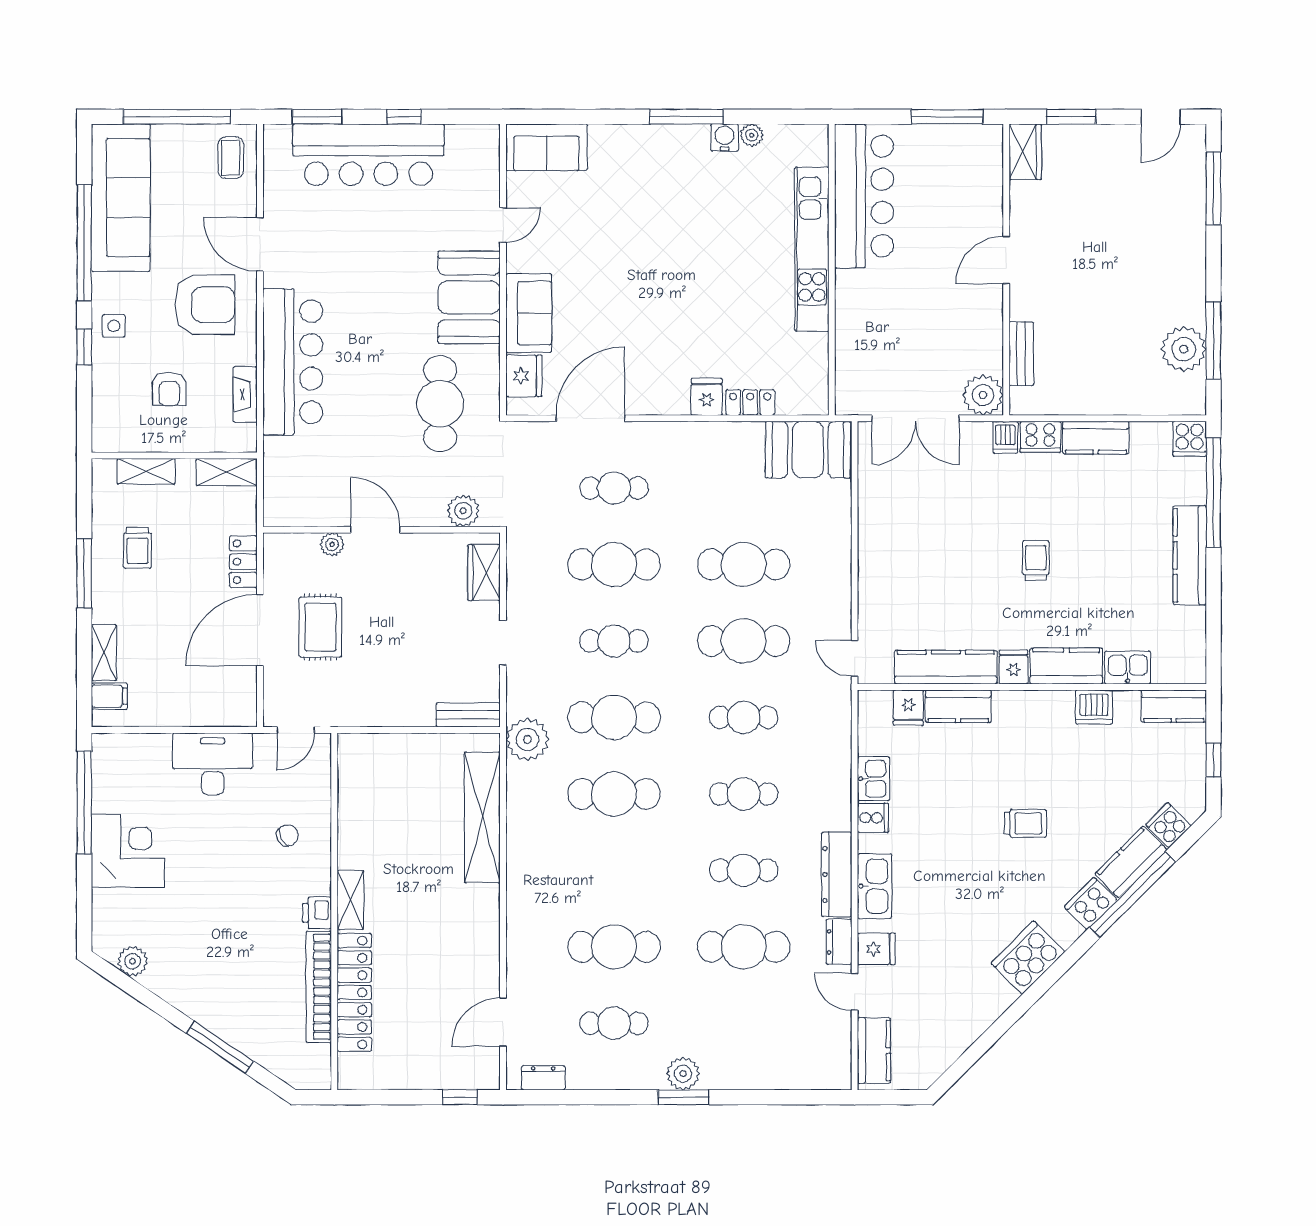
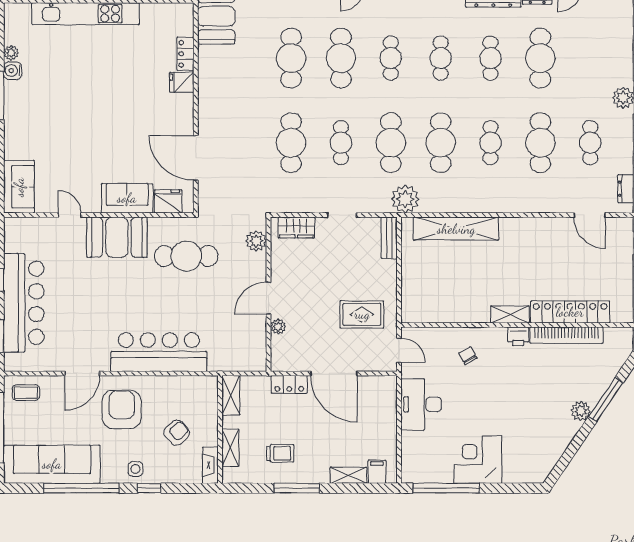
armchair: (169, 389) -> (177, 433), turned -42
fireplace: (245, 394) -> (210, 465), moved, turned 90
cafe table: (614, 488) -> (490, 143), moved
rug: (320, 627) -> (362, 314), moved
plant: (133, 961) -> (581, 411), moved

